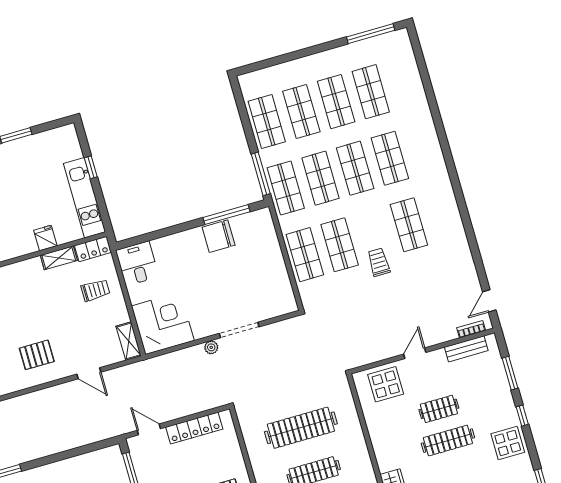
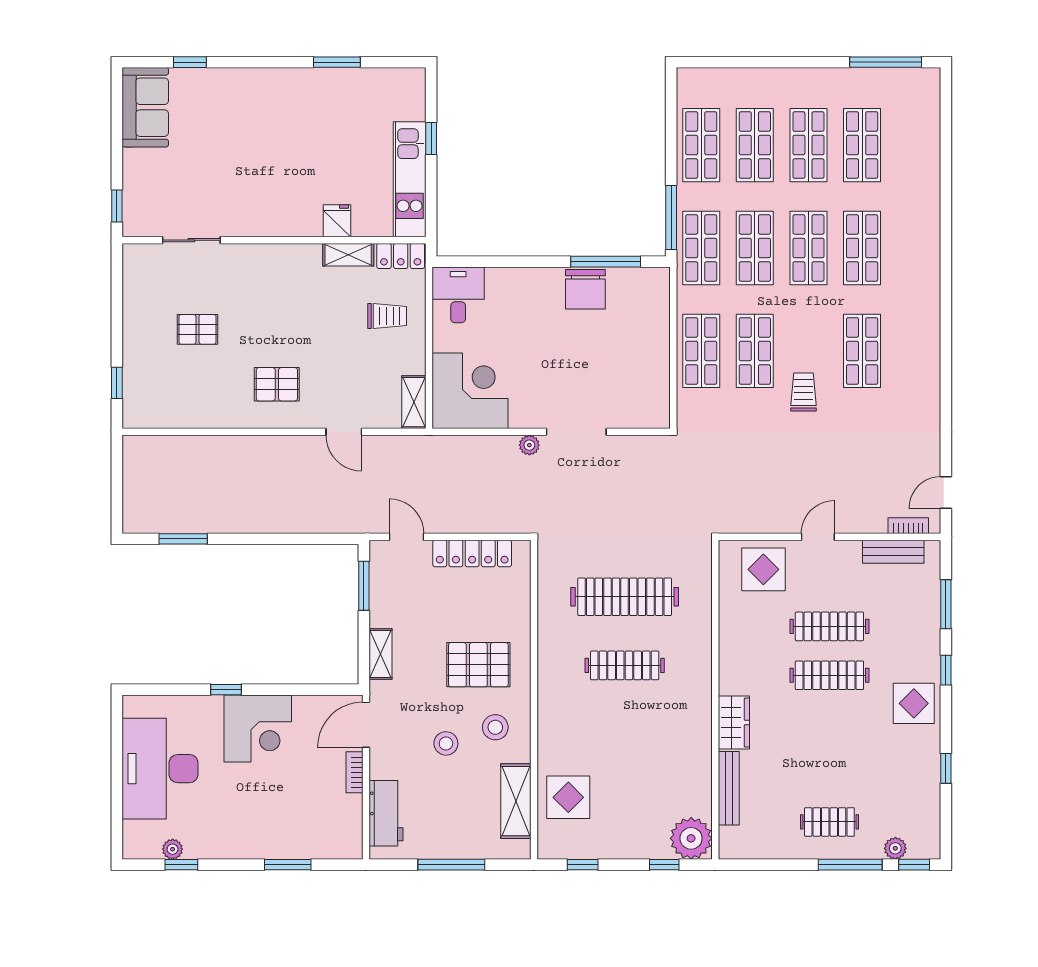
chair: (219, 236) -> (585, 289), turned -90
clothes rail: (439, 409) -> (829, 626), width x1.36

